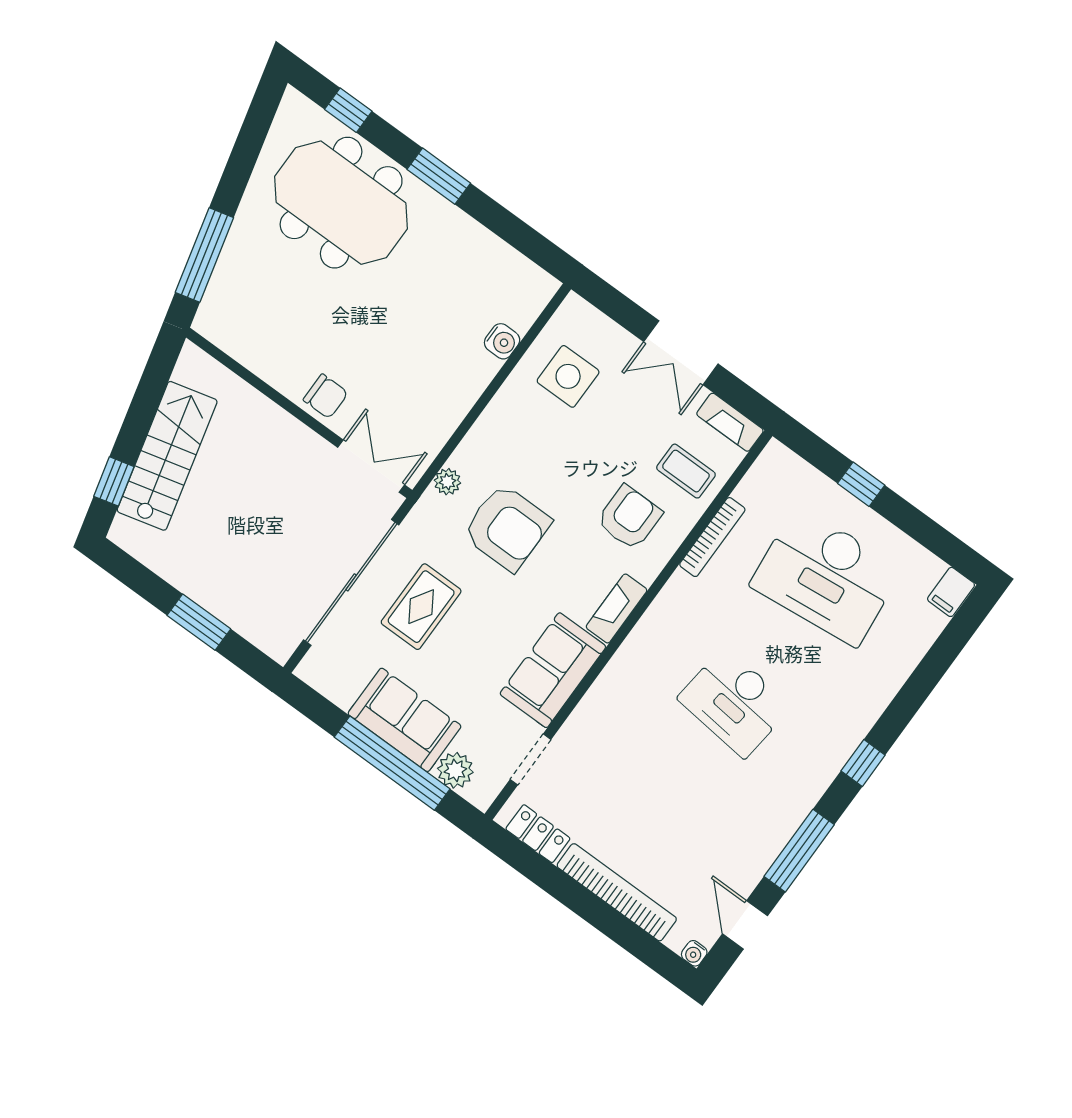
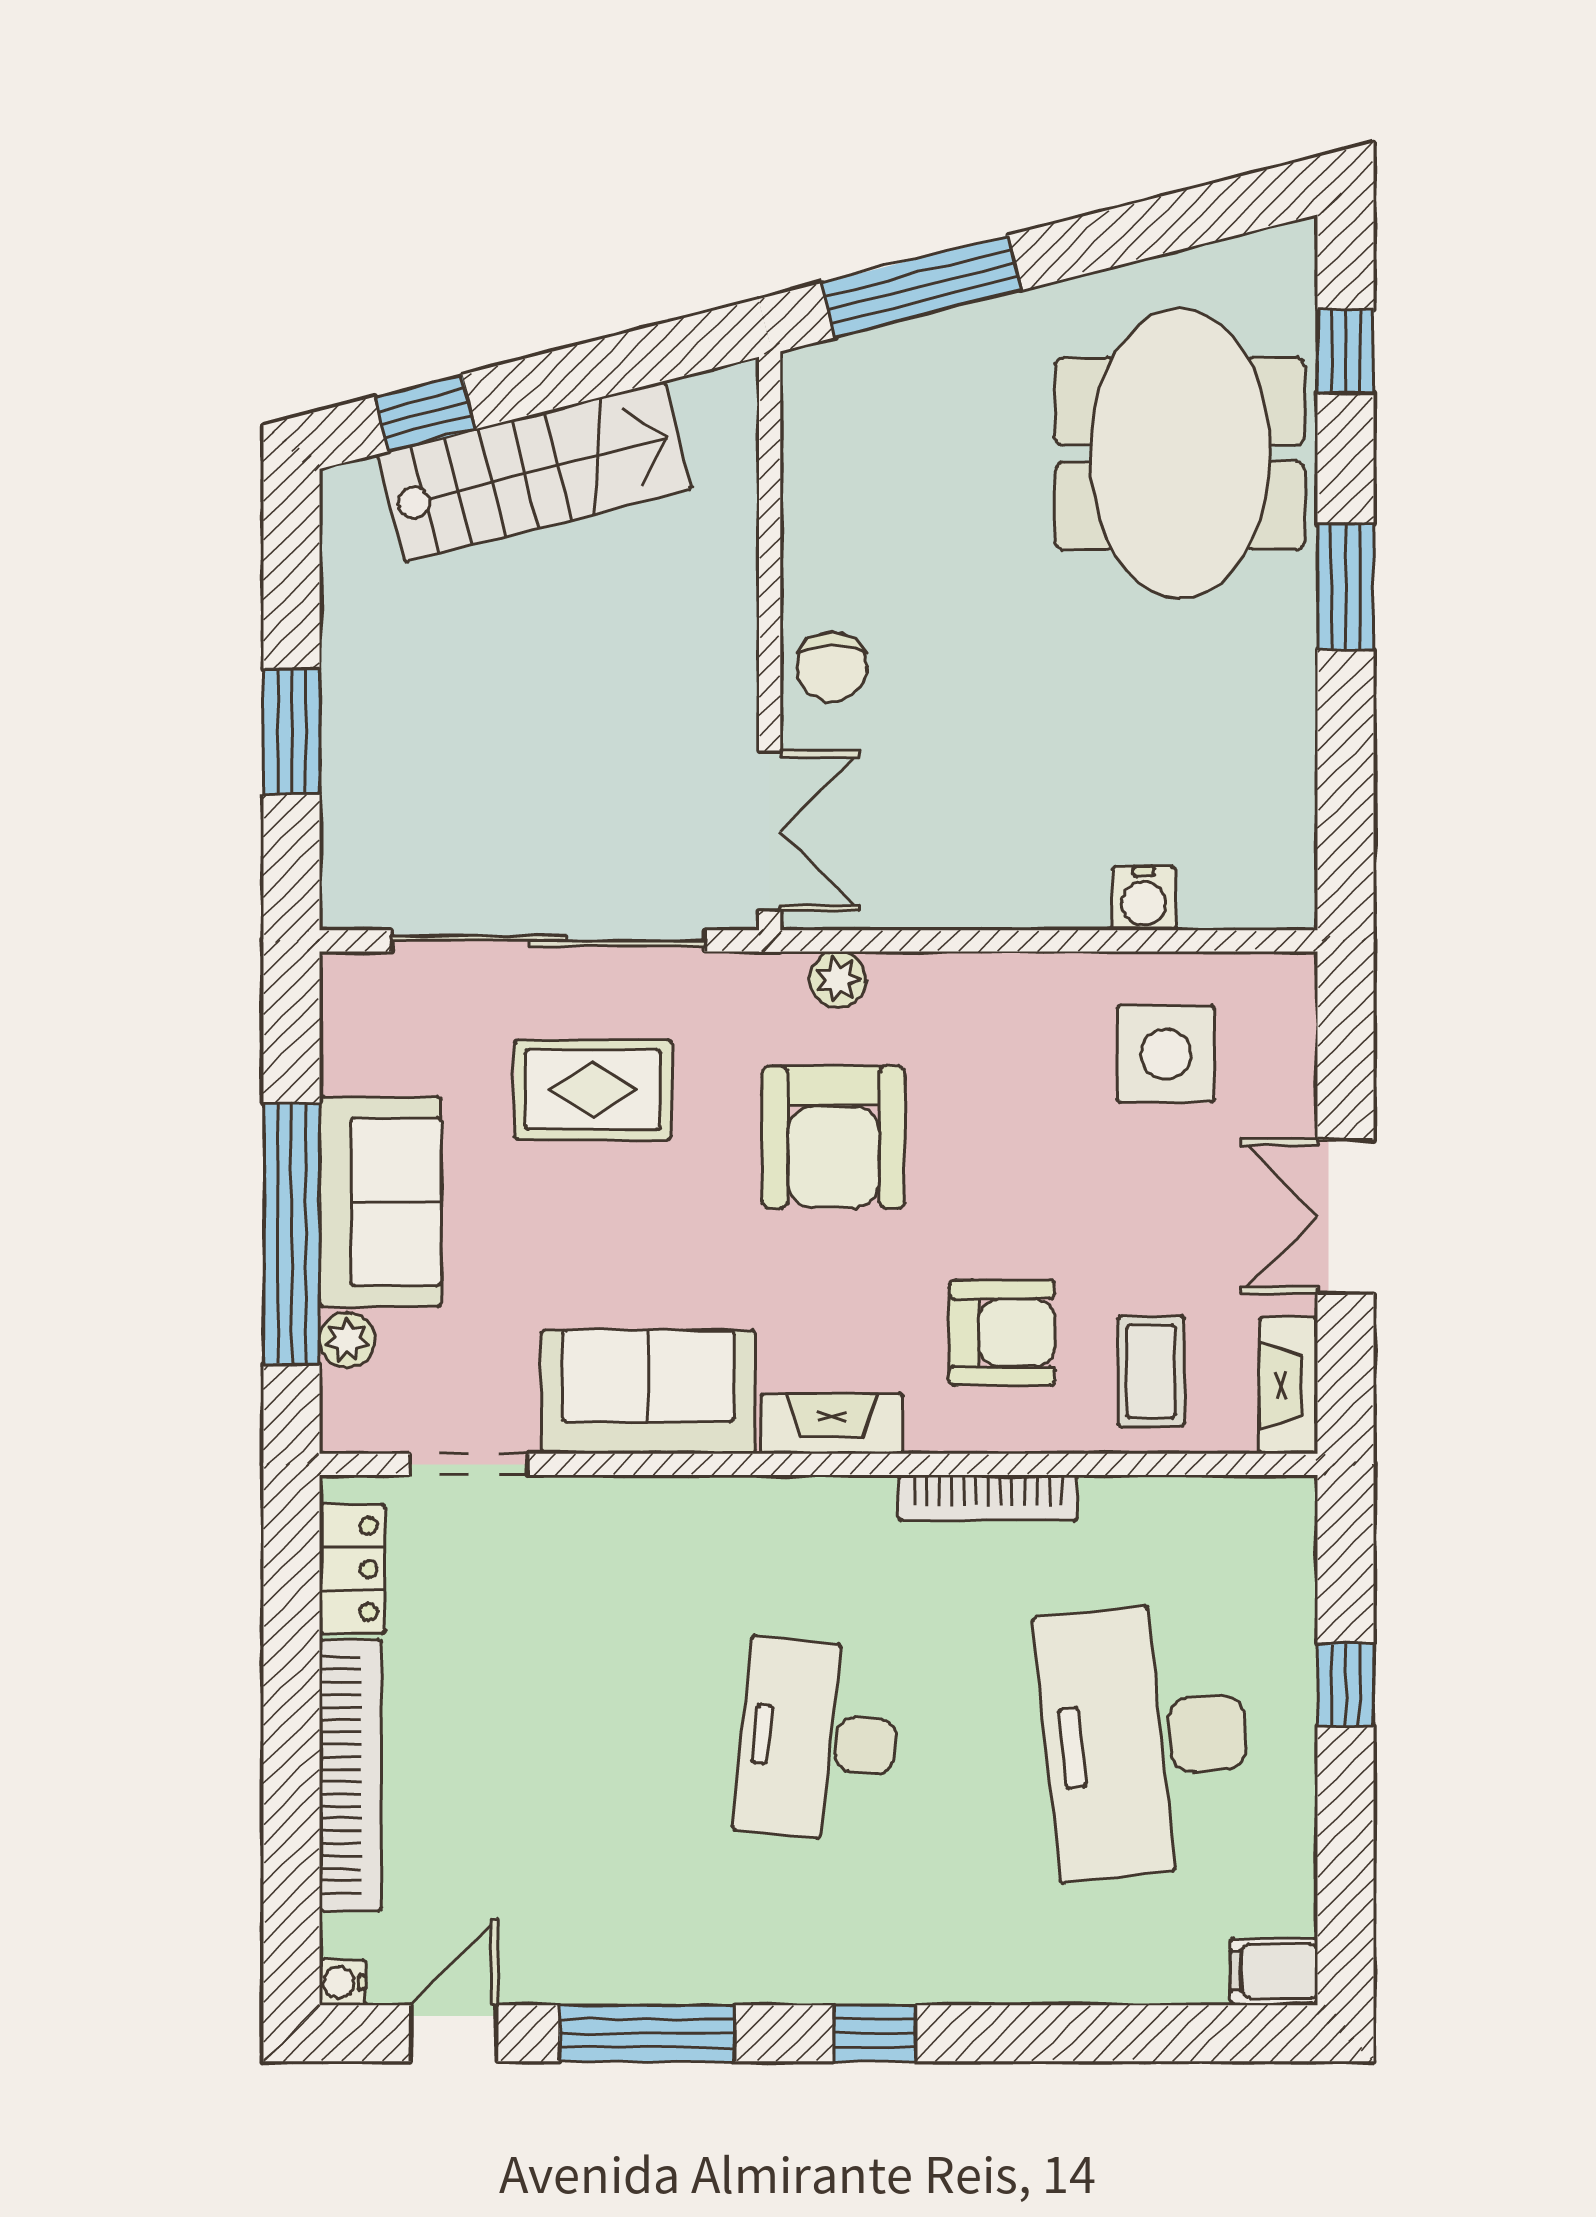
bookcase: (712, 537) -> (988, 1498), moved
plant: (455, 770) -> (347, 1340), width x0.73, depth x0.73

